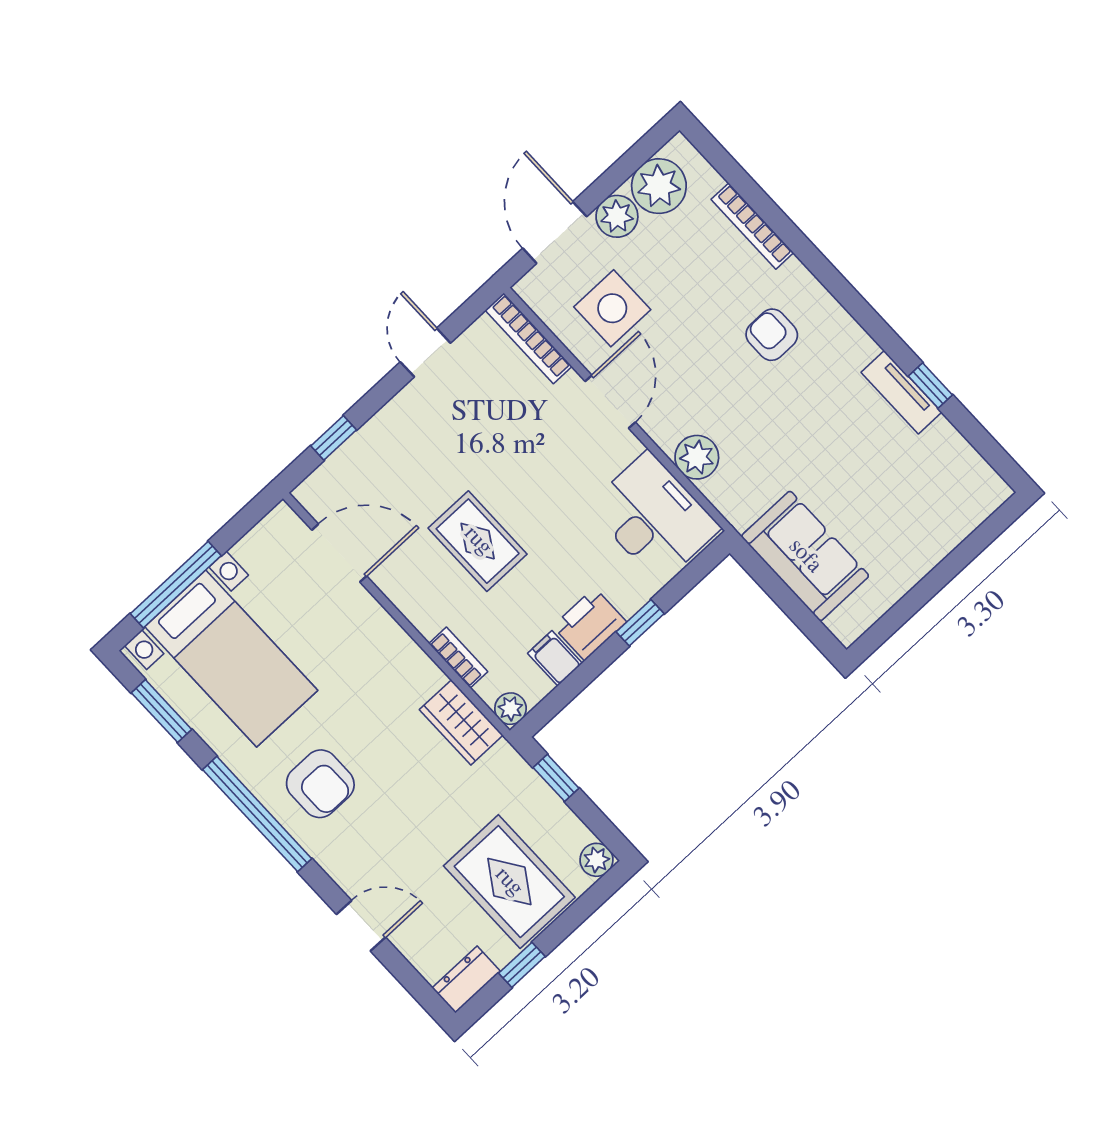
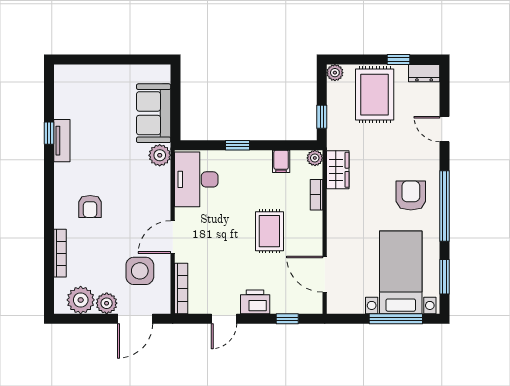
plant: (697, 457) -> (160, 155), moved
printer: (590, 624) -> (255, 302), moved, turned 180

